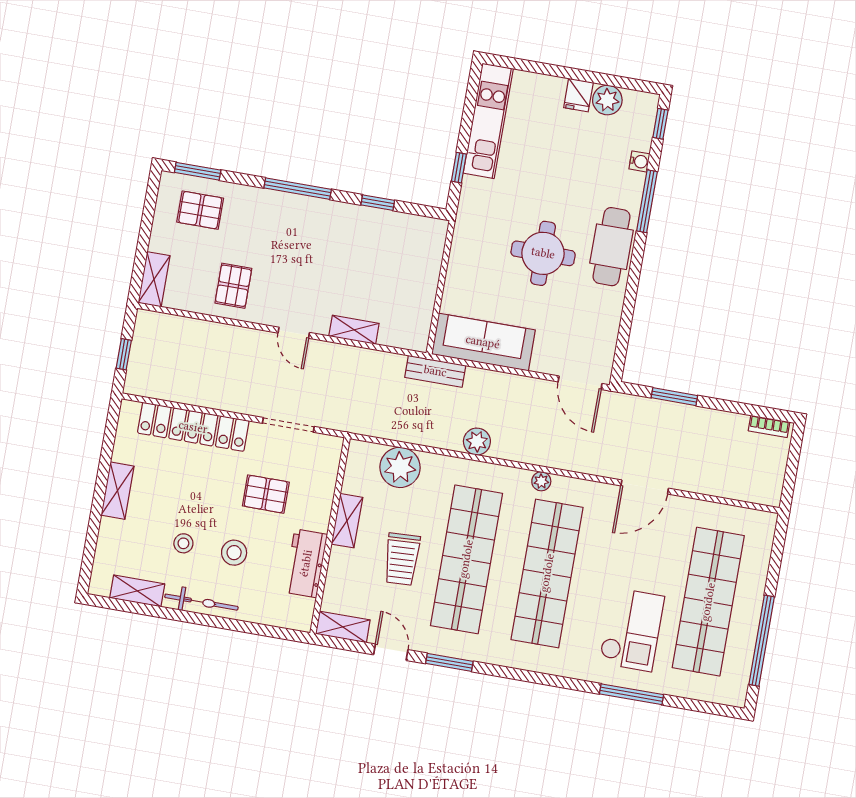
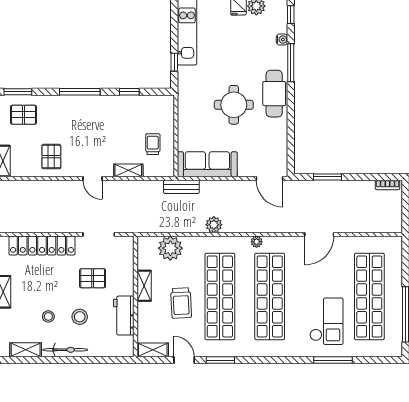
trolley: (401, 294) -> (153, 144), added

